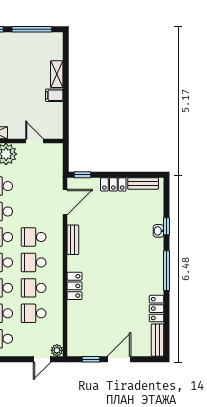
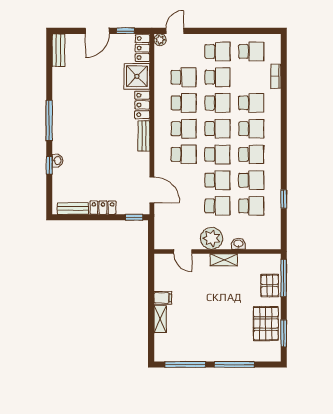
door: (65, 202) -> (152, 190), swing flipped
bench: (73, 240) -> (144, 136), moved
locker: (157, 309) -> (142, 48), moved, turned 180
shower: (80, 314) -> (137, 76), added

